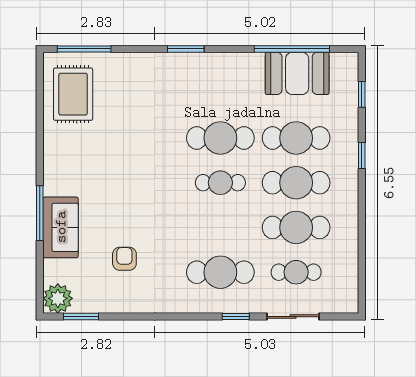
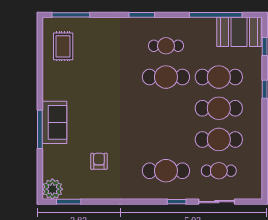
booth: (297, 73) -> (239, 32), moved
rug: (73, 94) -> (63, 46), width x0.73, depth x0.70
cafe table: (220, 183) -> (166, 46), moved
sofa: (61, 227) -> (54, 122), moved

